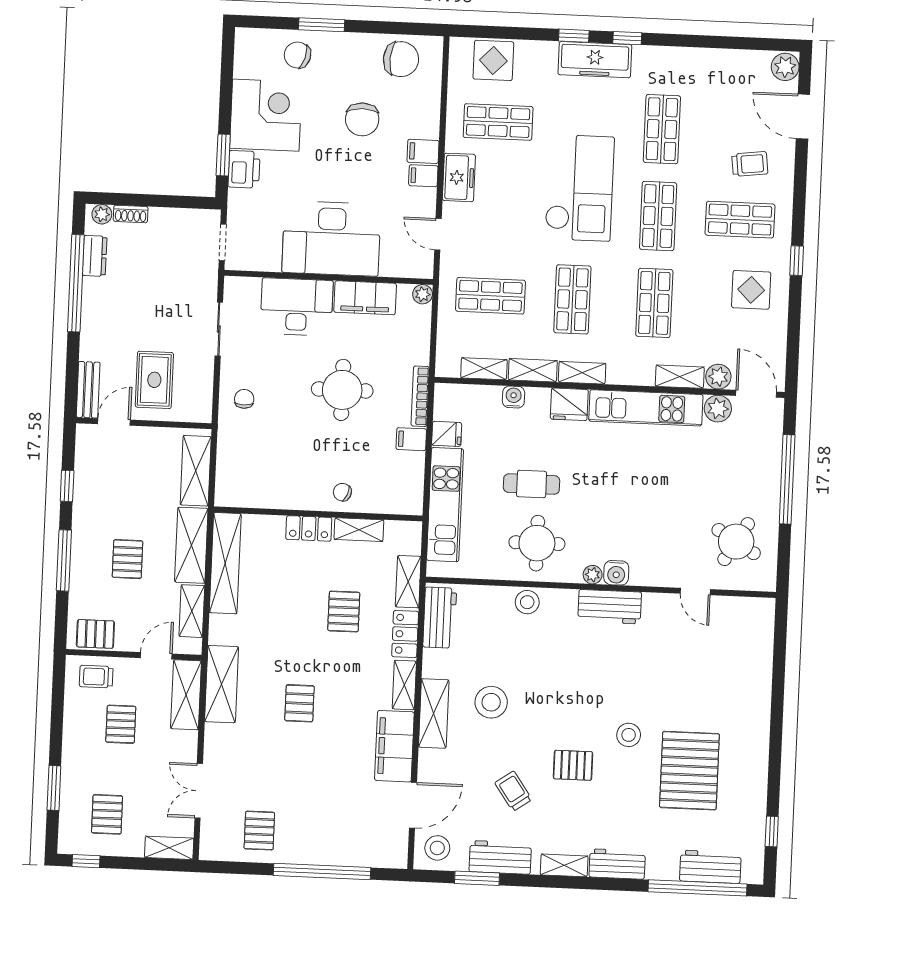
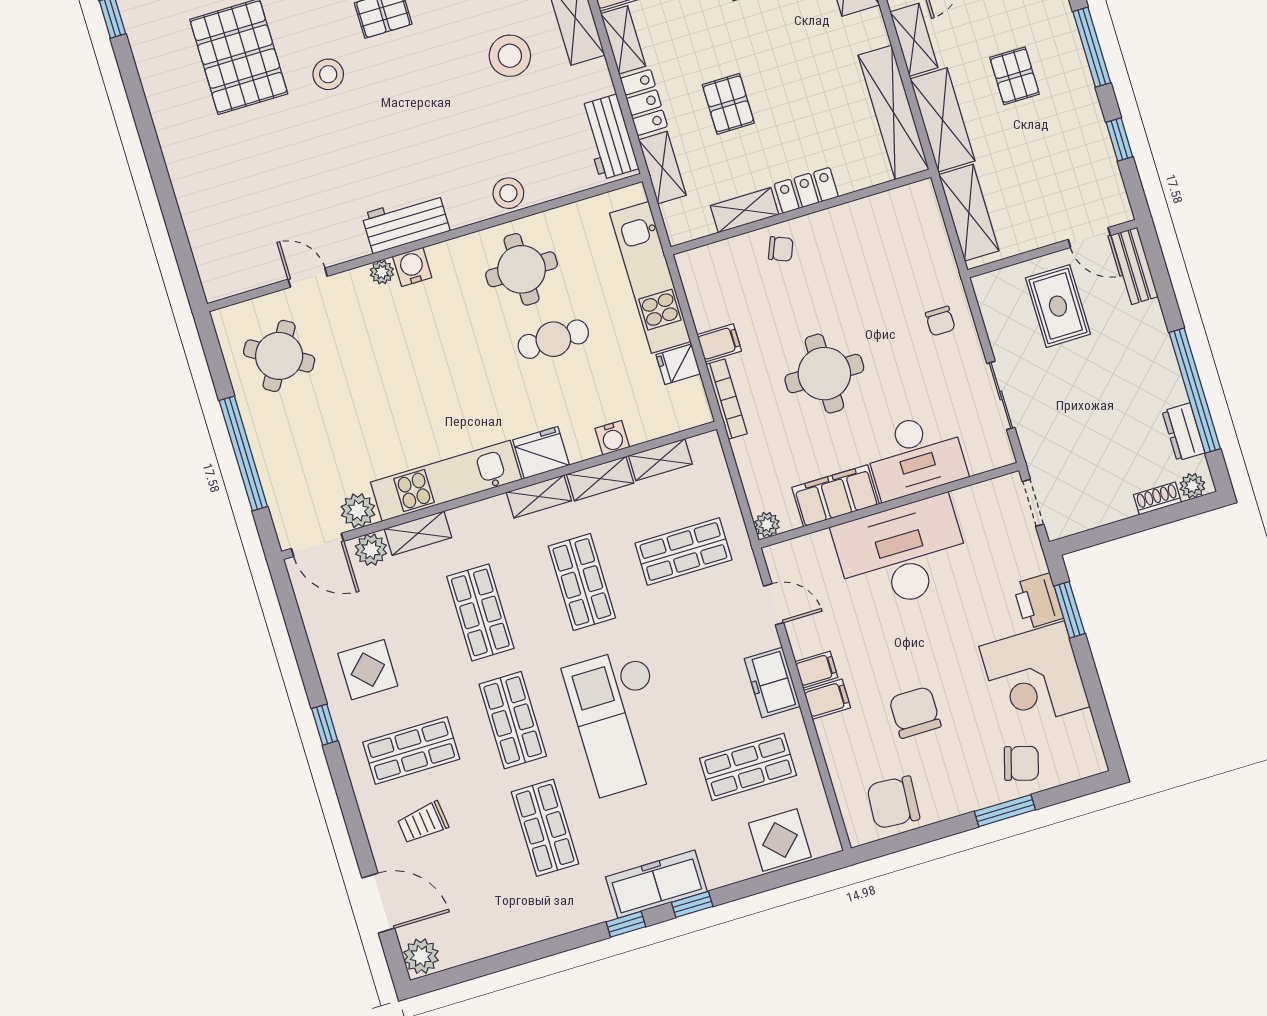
door: (114, 422) -> (1089, 238), hinge flipped
plant: (593, 575) -> (382, 272), moved

